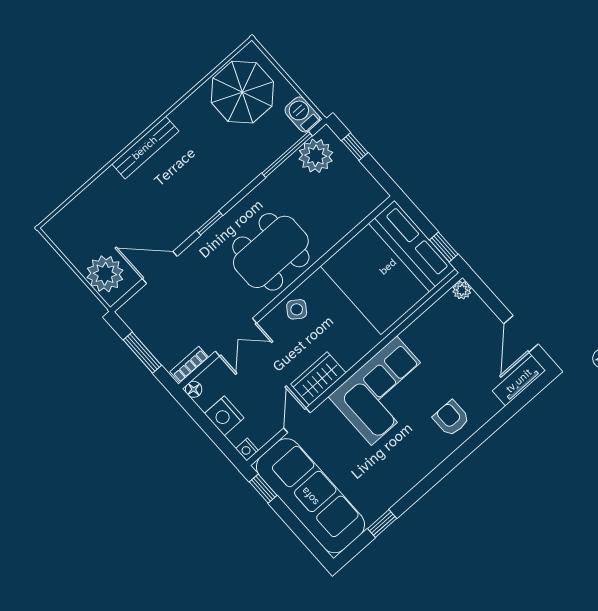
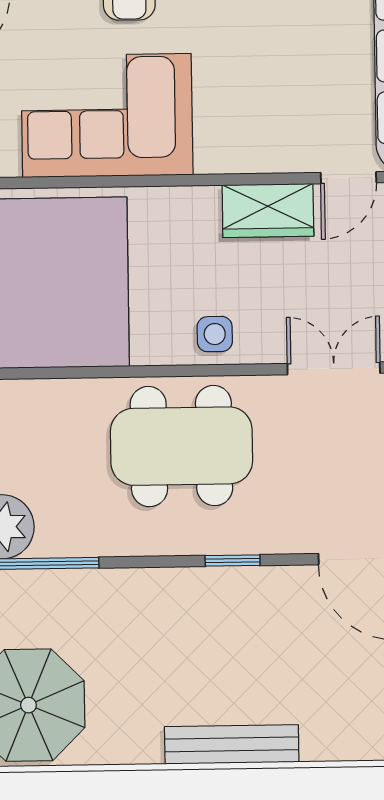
side table: (297, 309) -> (215, 334), turned -35
corner sofa: (384, 391) -> (107, 116), moved

